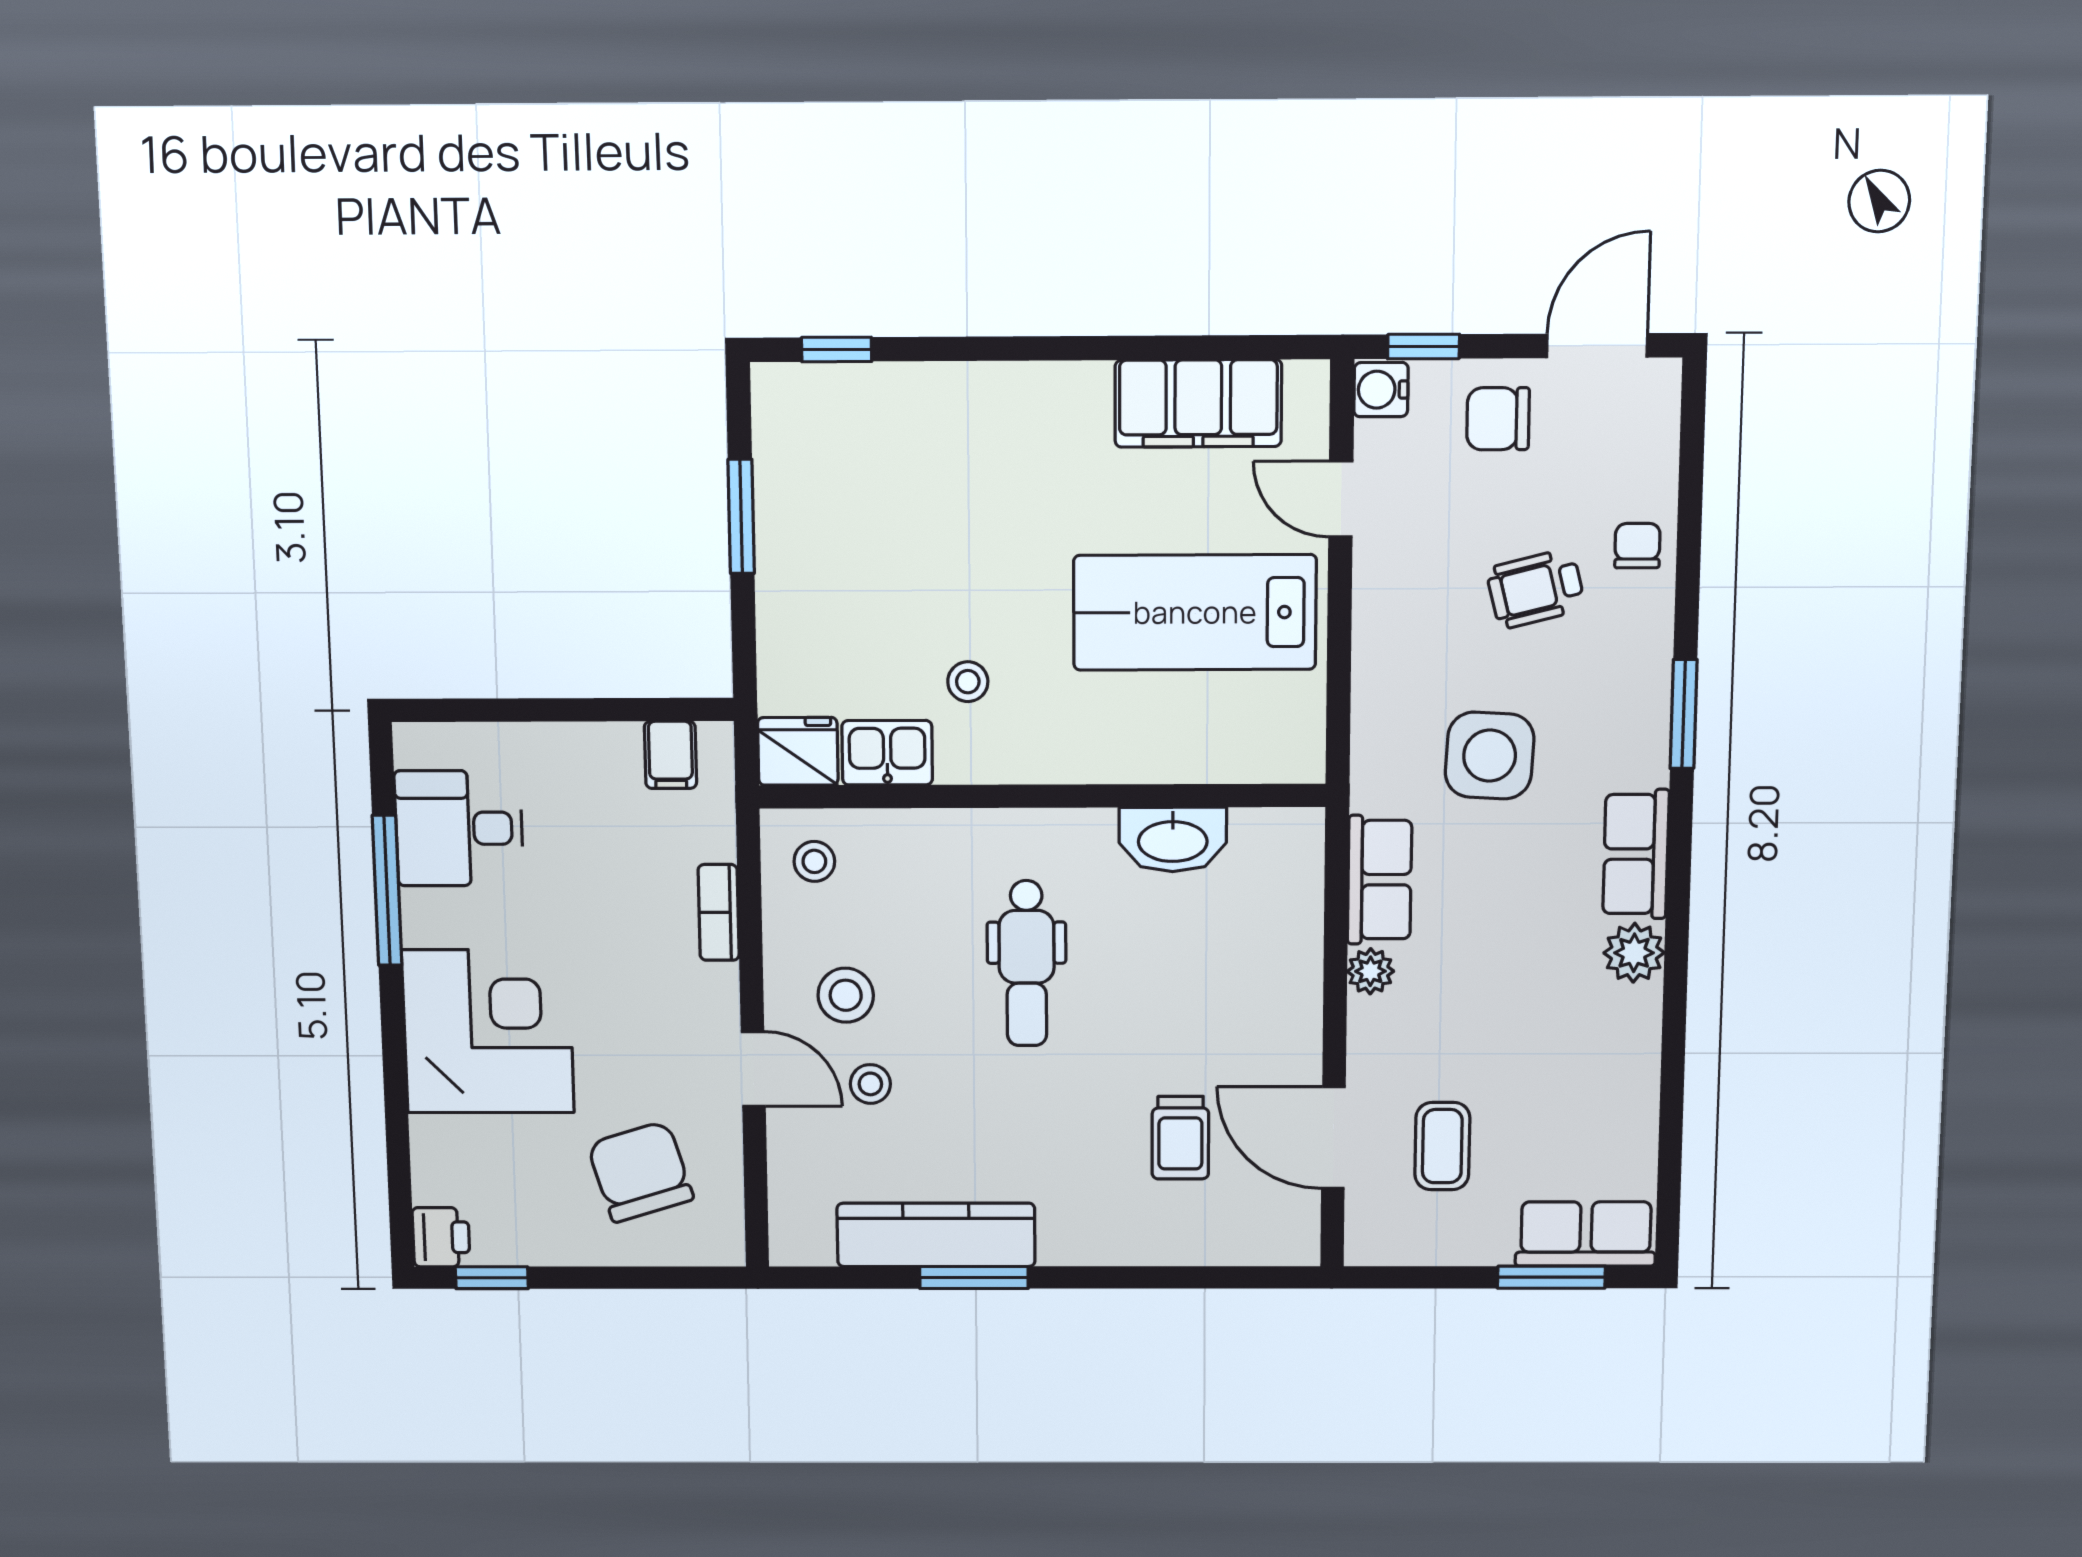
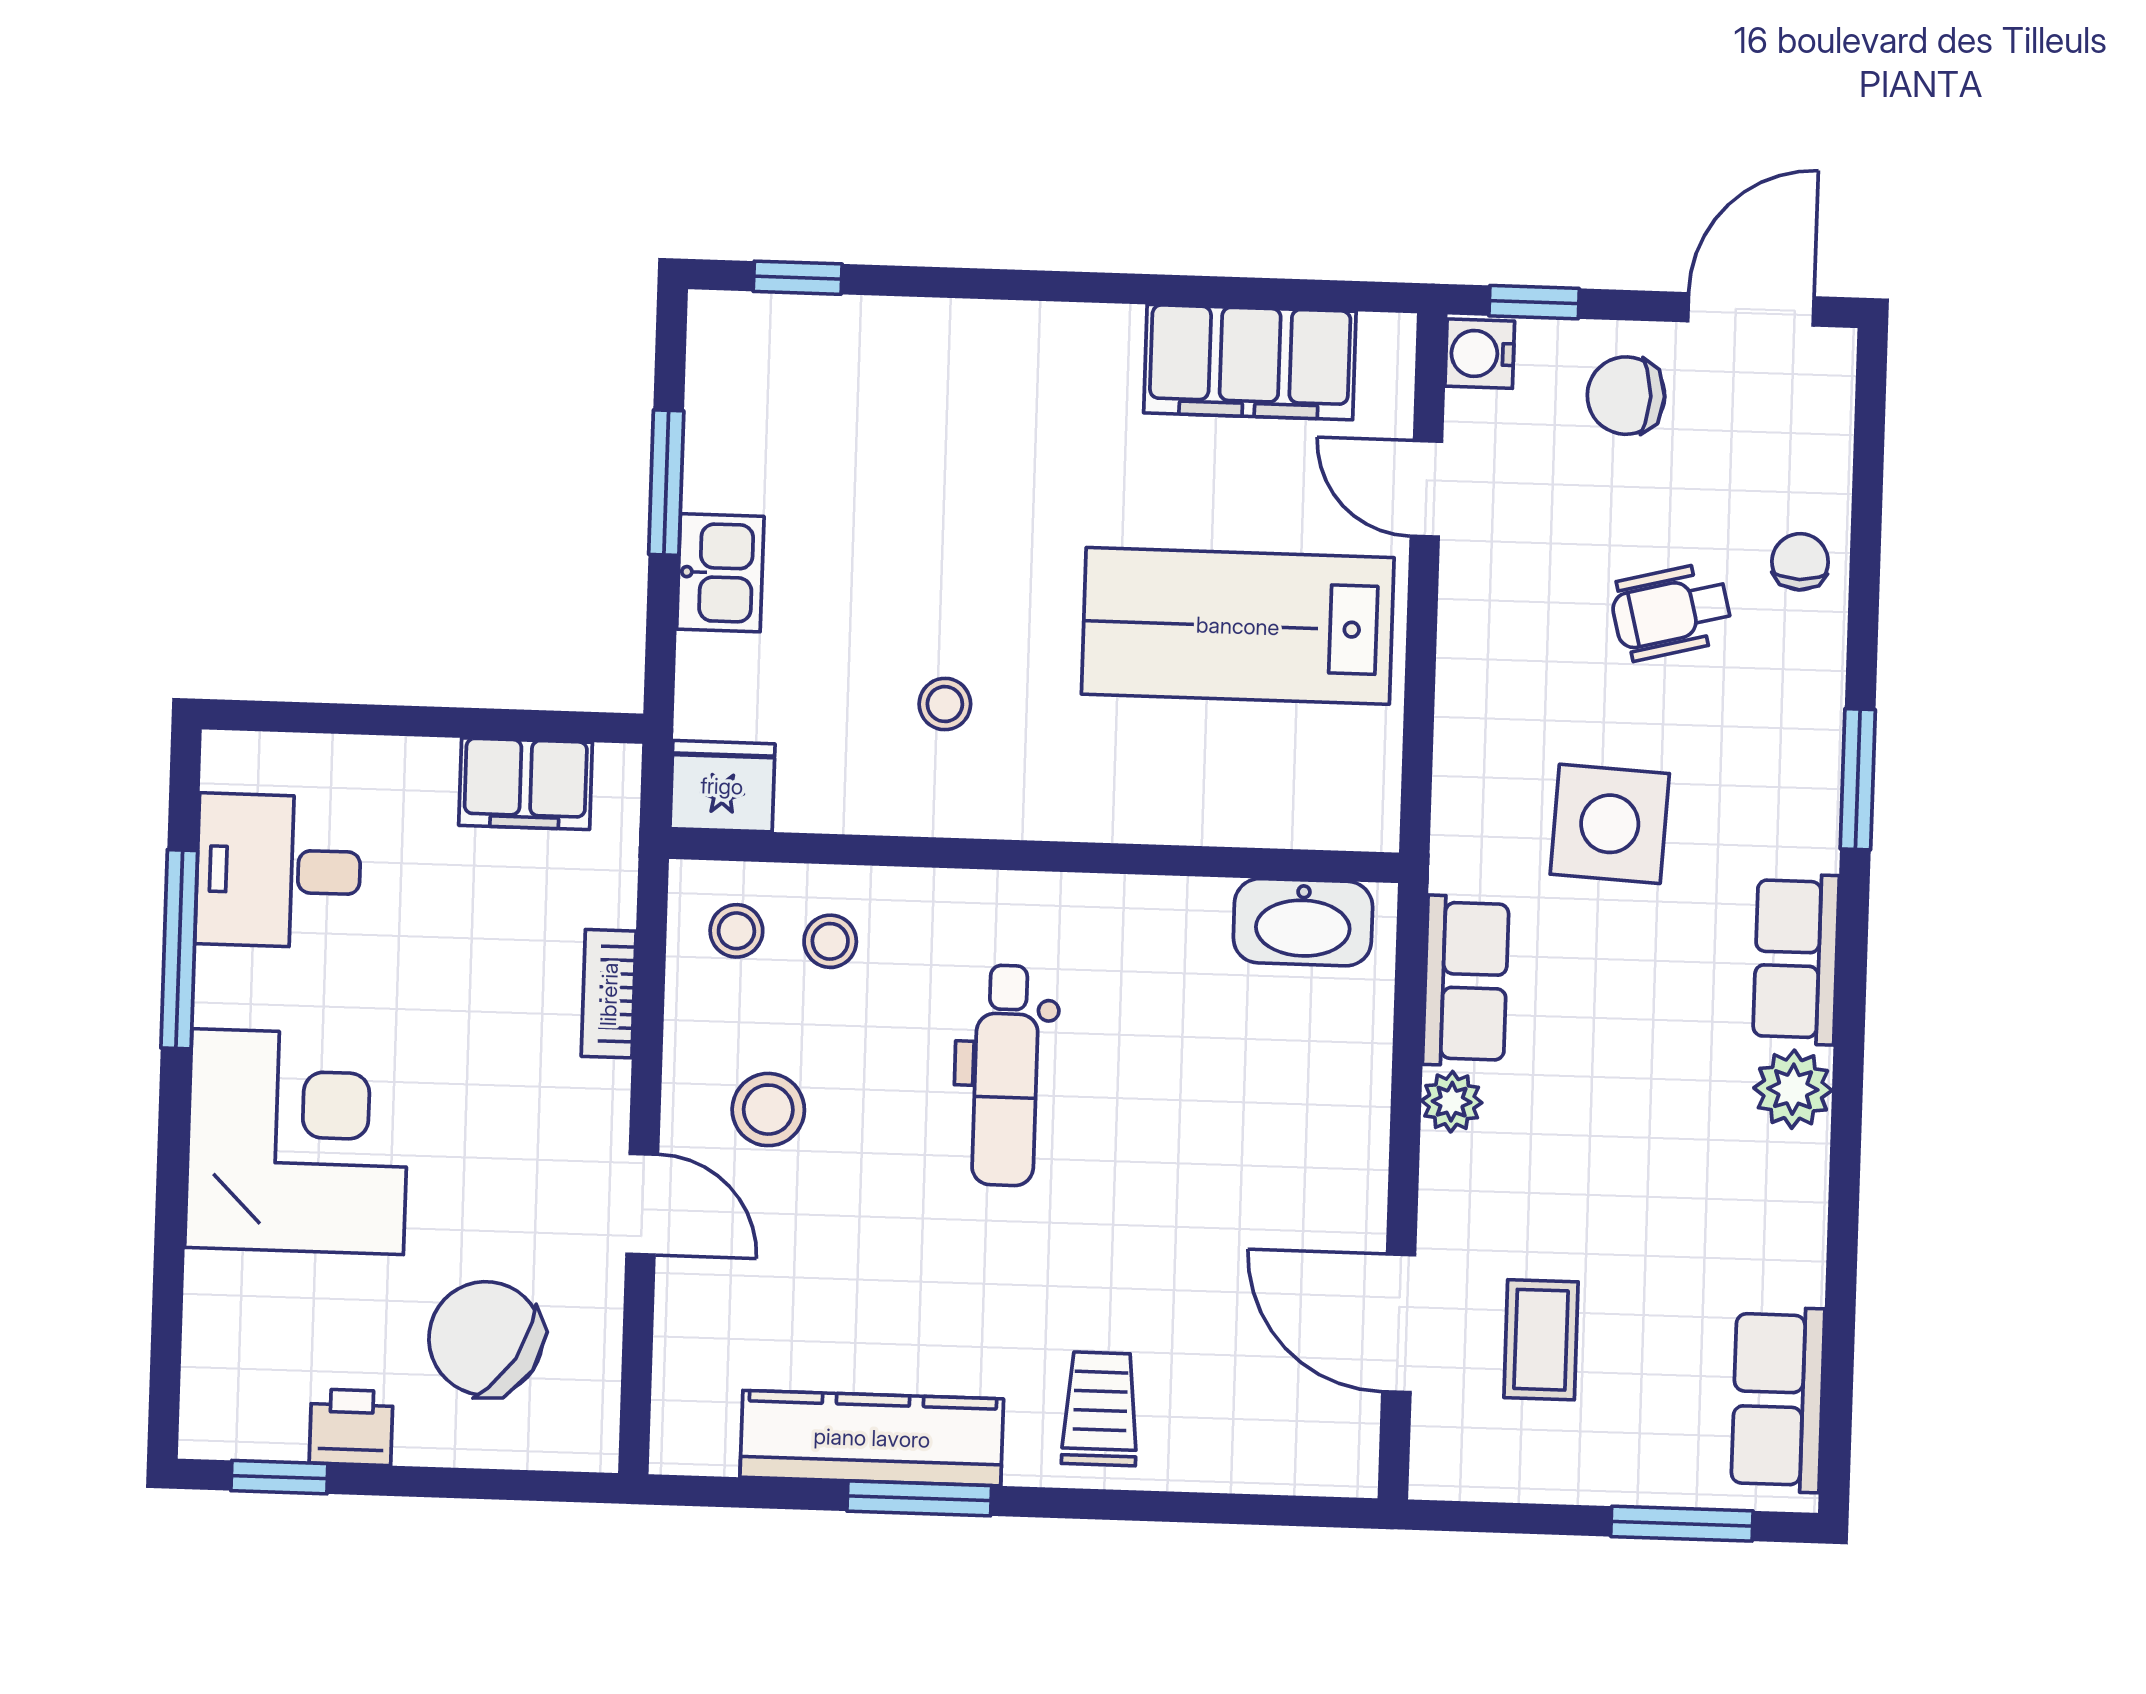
kitchen sink: (887, 753) -> (720, 573), moved, turned 90
filing cabinet: (670, 755) -> (526, 784), width x2.00
washbasin: (1173, 840) -> (1303, 922), moved
stool: (870, 1084) -> (830, 941), moved
trolley: (1180, 1138) -> (1100, 1409), moved, turned 180
chair: (640, 1172) -> (486, 1338), turned -41
row of seats: (1586, 1234) -> (1778, 1400), moved, turned -90
printer: (441, 1237) -> (351, 1427), moved, turned -90

